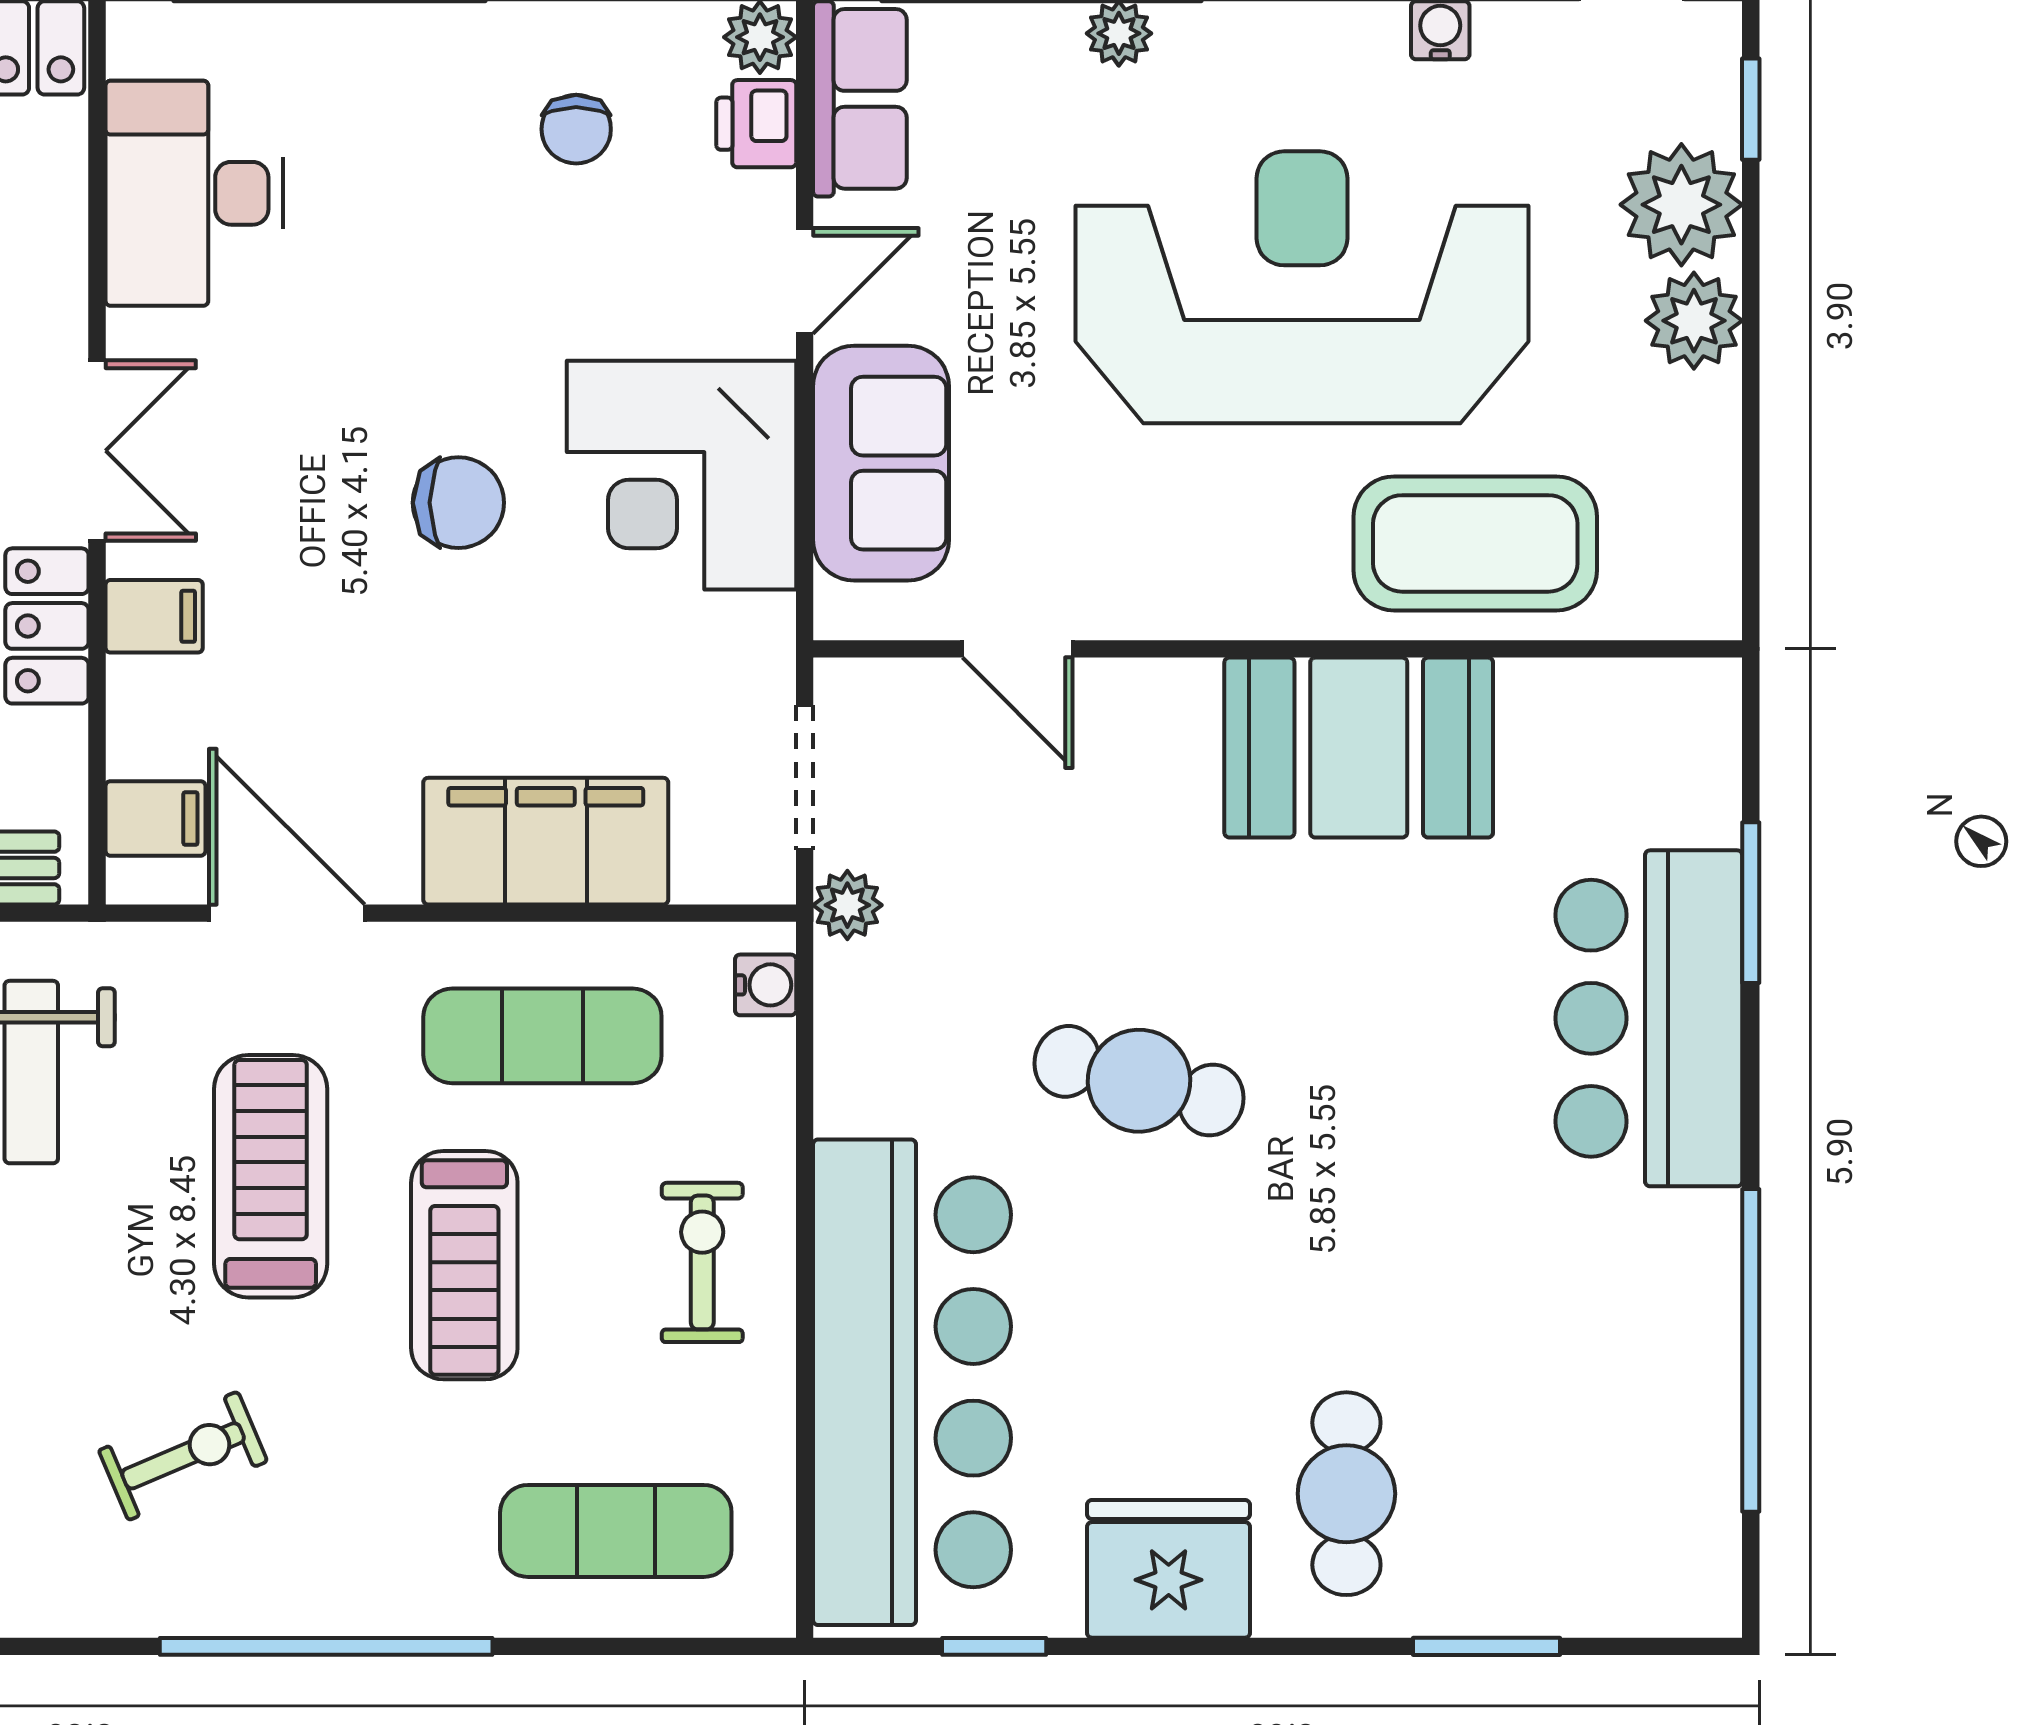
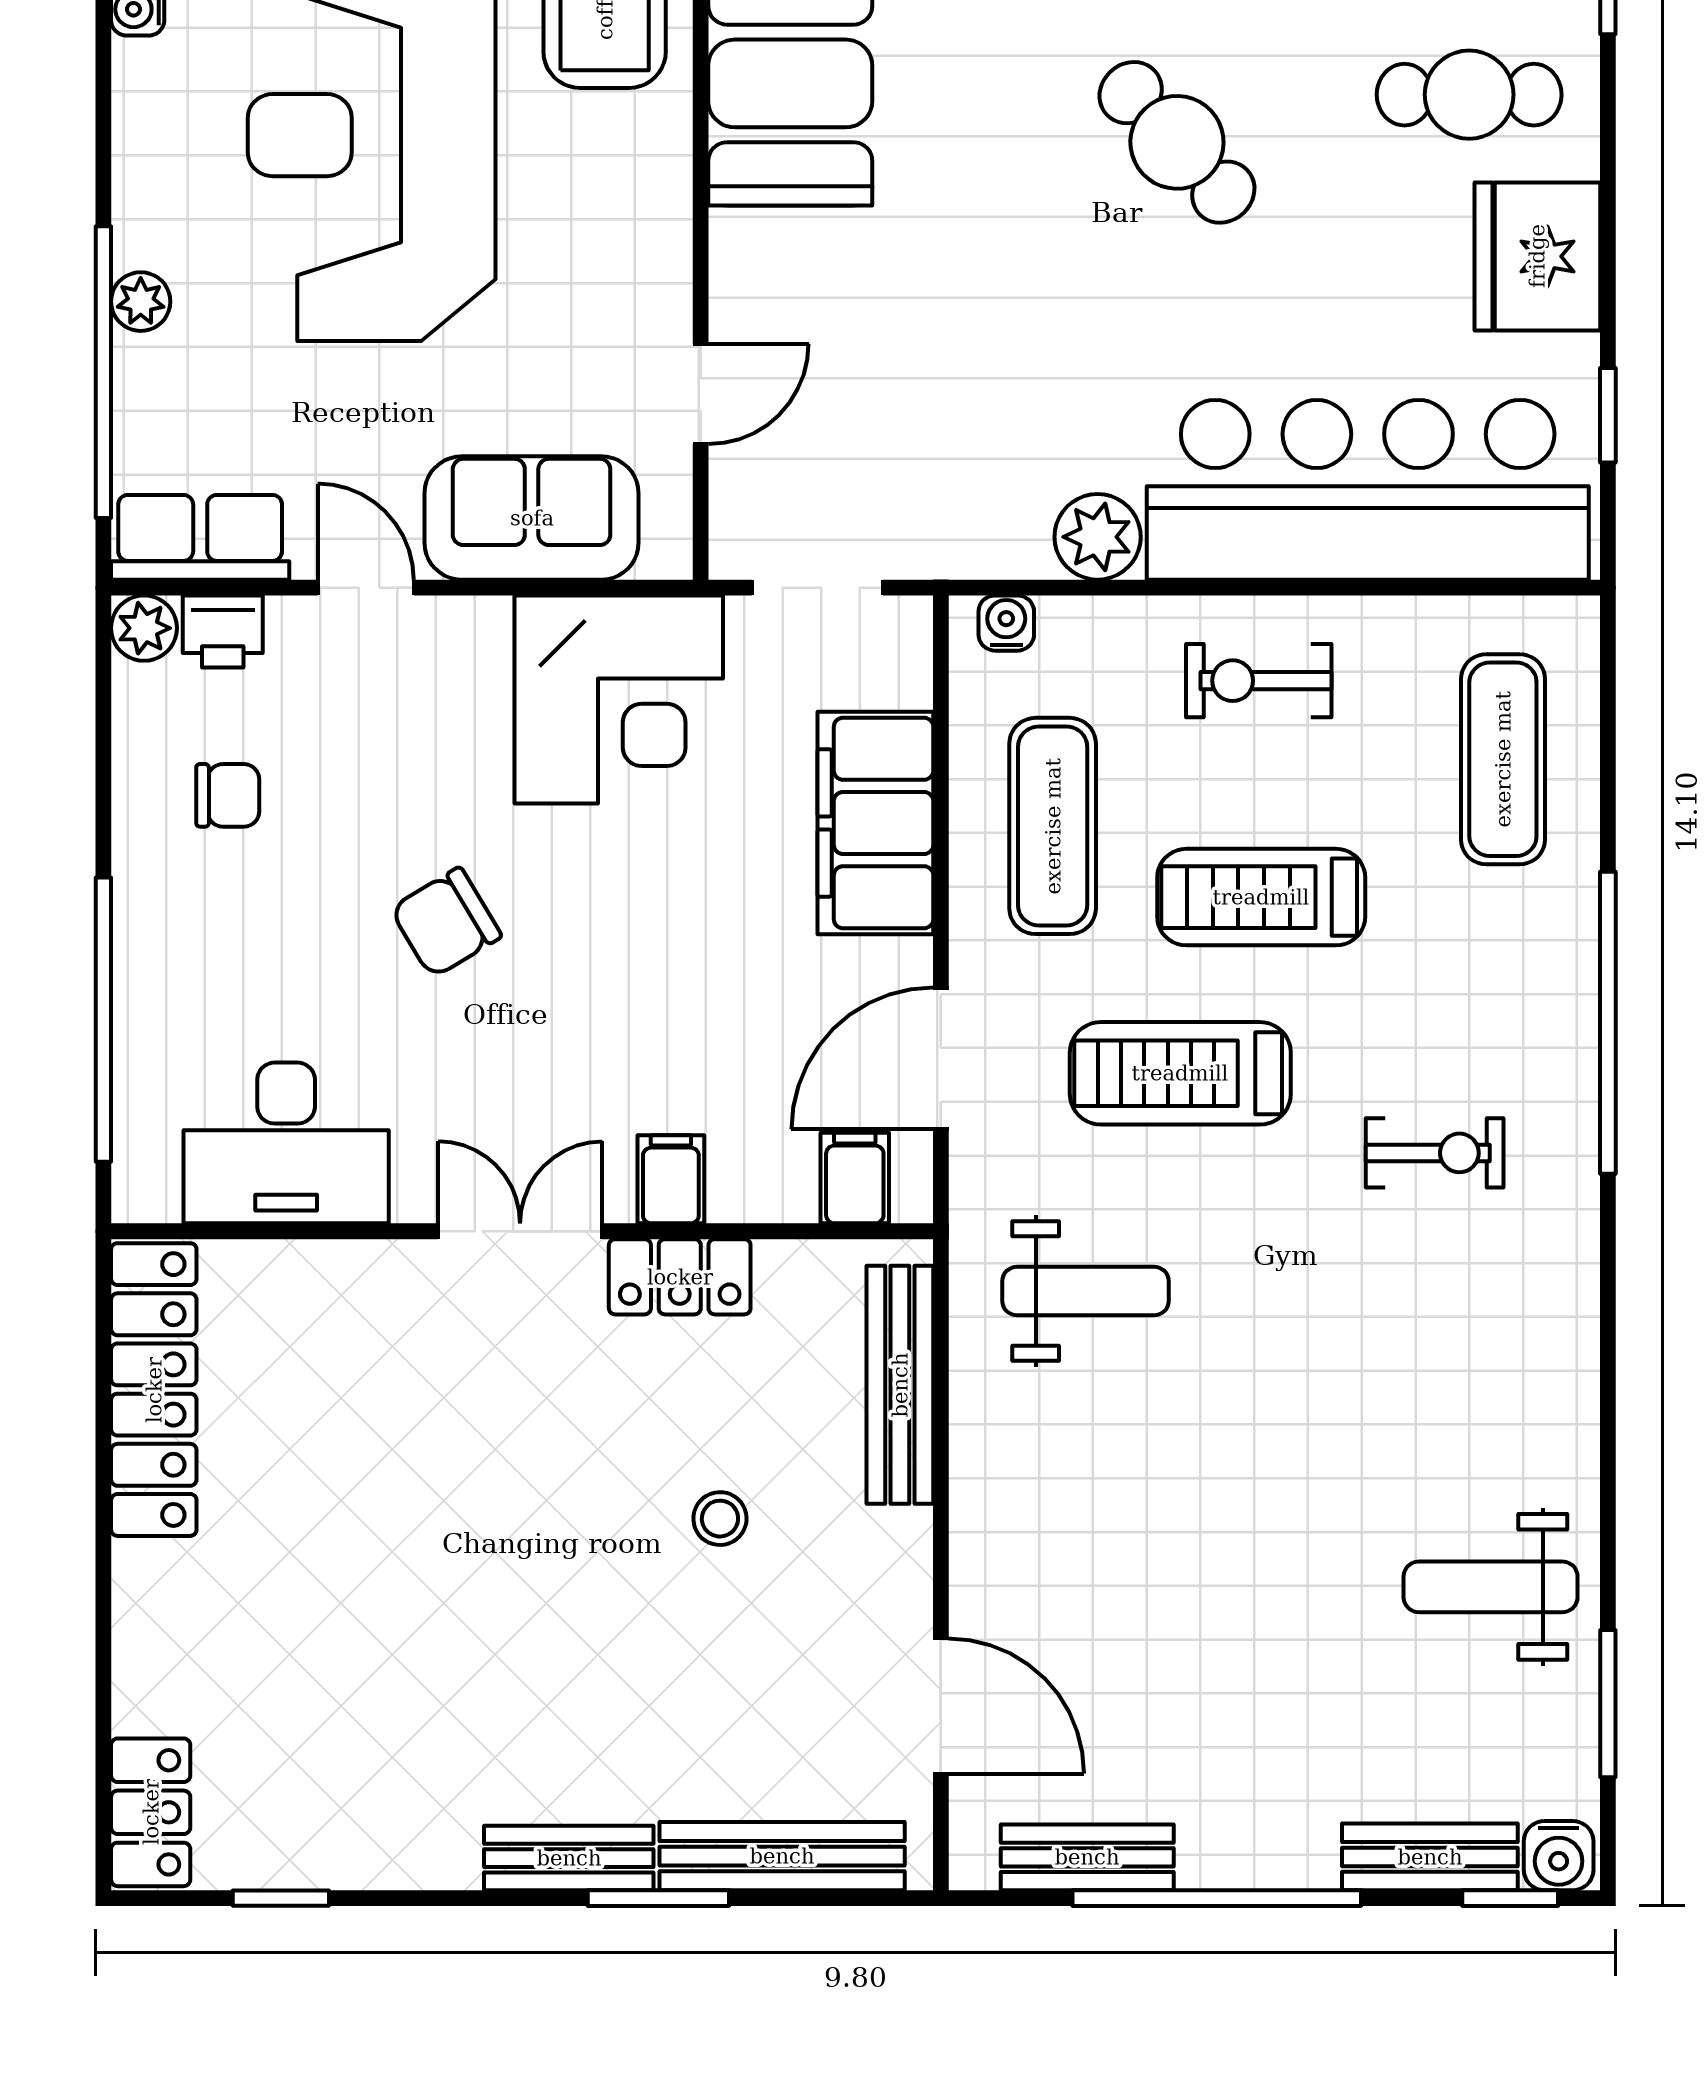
corner desk: (681, 475) -> (619, 700), moved
chair: (458, 503) -> (446, 922), moved, turned -121
plant: (847, 905) -> (1098, 537), moved, width x1.38, depth x1.38
cafe table: (1139, 1081) -> (1177, 142), moved, turned -58
treadmill: (464, 1265) -> (1261, 897), turned 180
exercise bike: (183, 1456) -> (1435, 1153), turned 113

